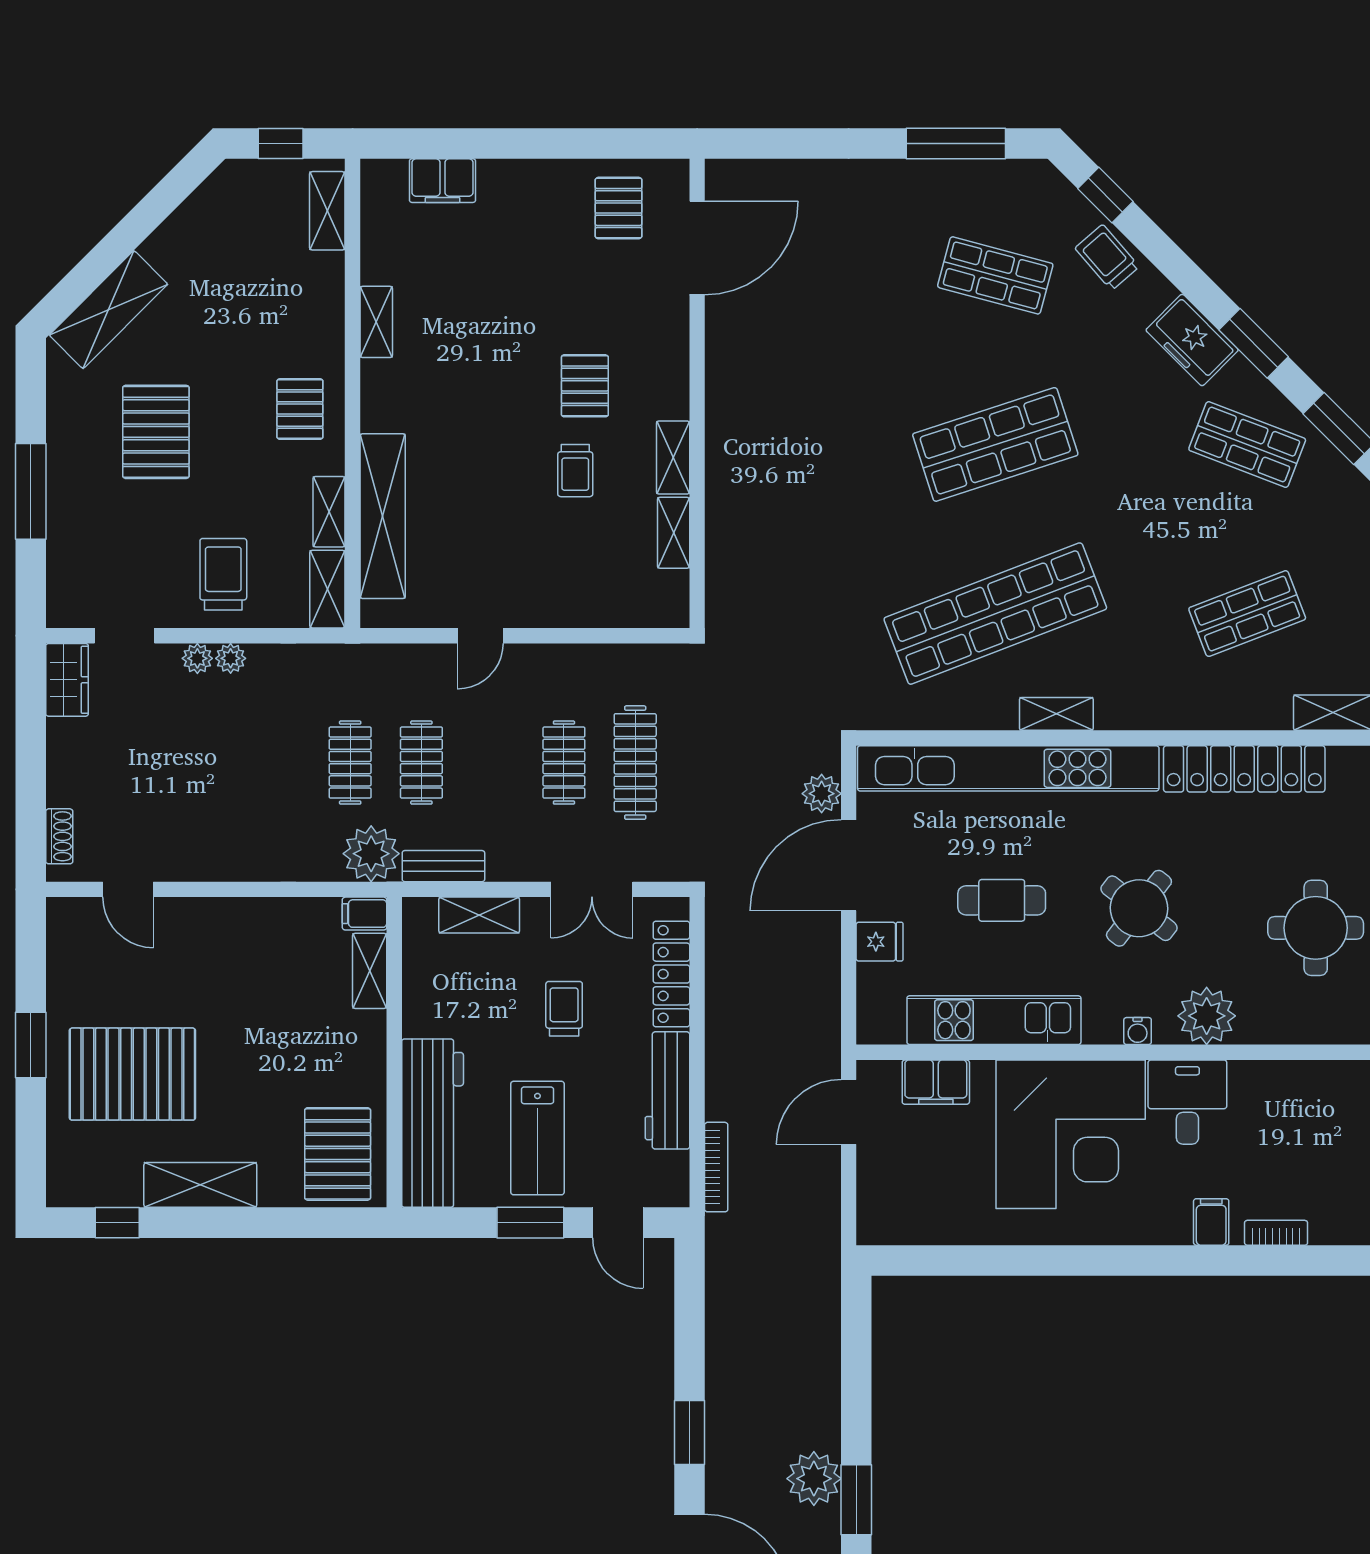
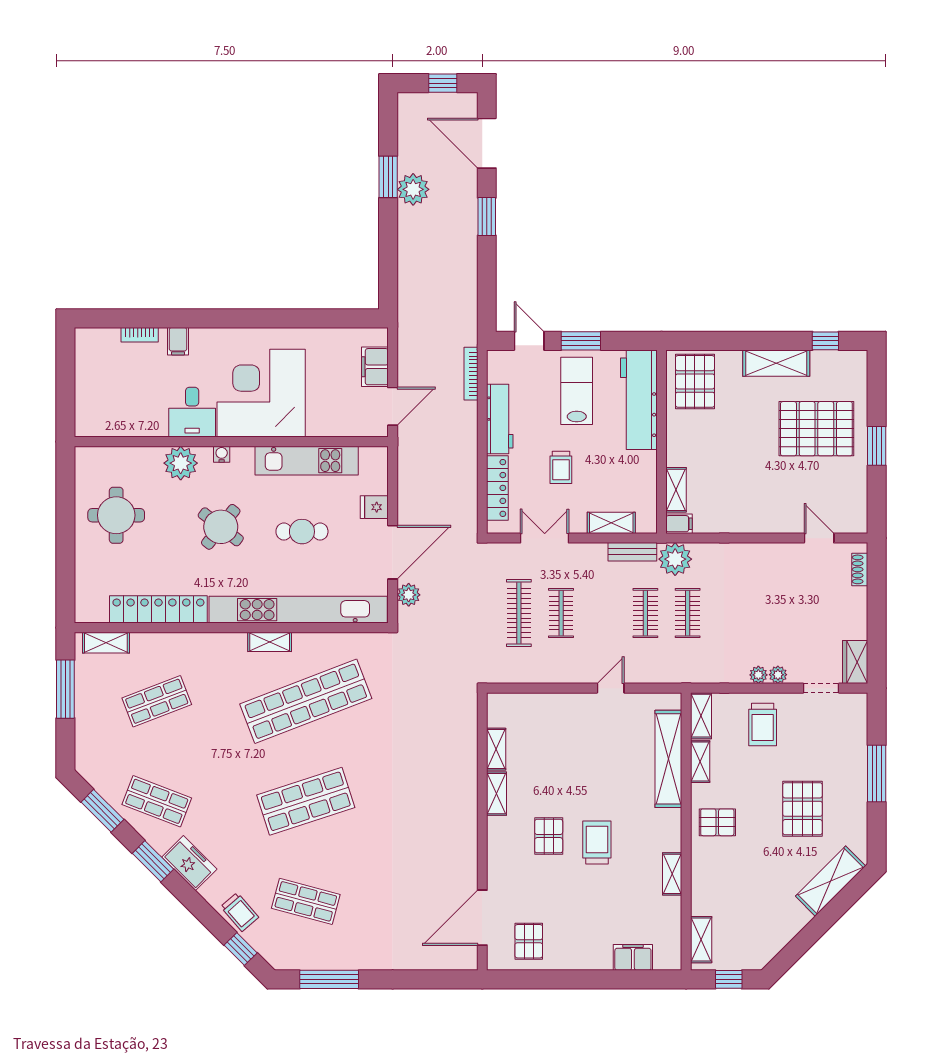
pallet: (300, 409) -> (717, 822), turned 90
trolley: (575, 471) -> (597, 843), moved, width x1.36, depth x1.39
filing cabinet: (936, 1082) -> (375, 367), moved, turned -90

